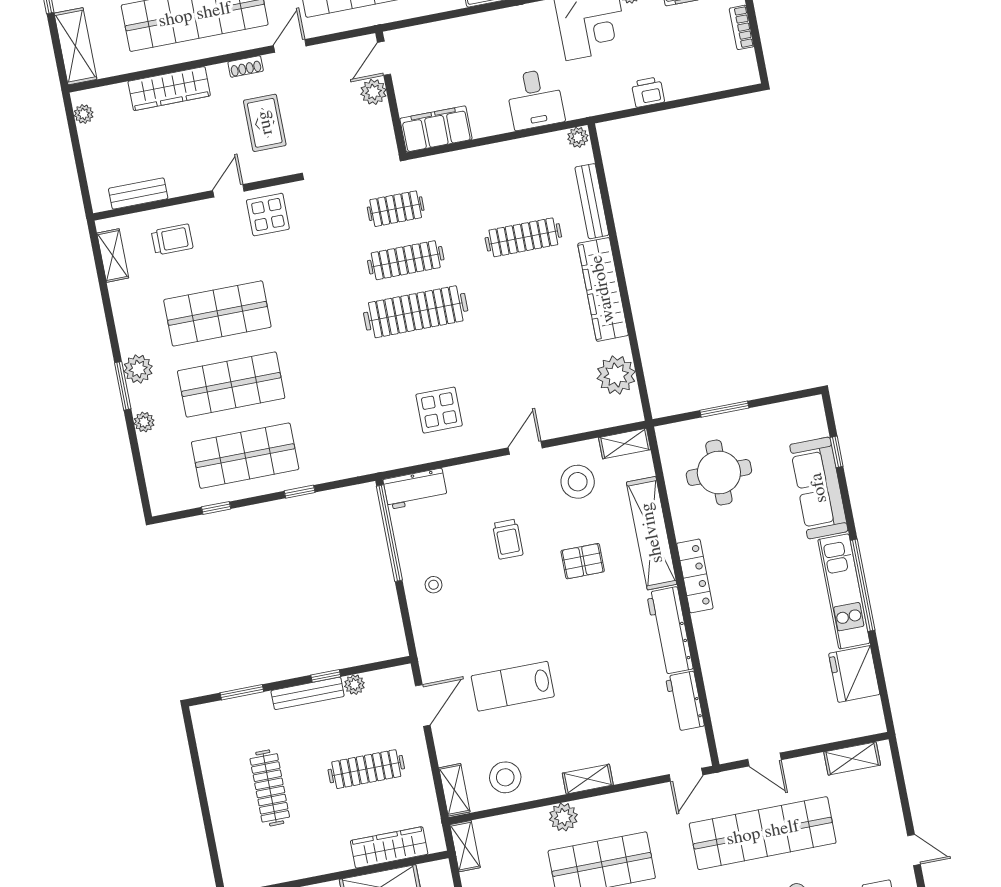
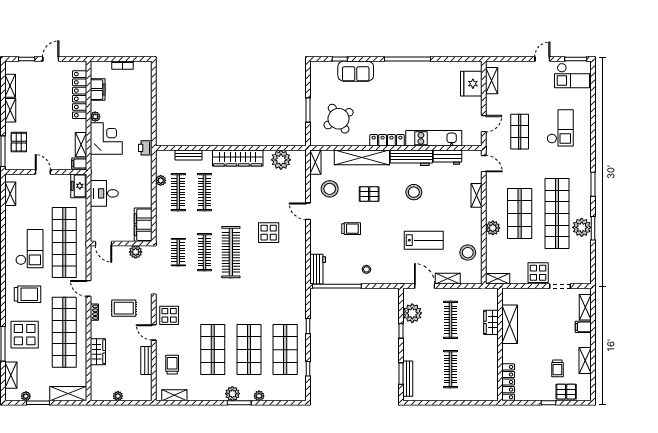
wardrobe: (169, 89) -> (98, 352), width x0.67
plant: (373, 92) -> (136, 252), moved
printer: (648, 92) -> (145, 148), moved
desk: (535, 99) -> (104, 193), moved, turned 180
plant: (84, 114) -> (118, 396), moved
plant: (578, 137) -> (161, 180), moved
clothes rail: (513, 186) -> (178, 192), added
bench: (138, 194) -> (146, 361), moved
bench: (592, 201) -> (188, 155), width x0.73
display table: (439, 410) -> (269, 233), moved
round table: (719, 472) -> (339, 119), turned -31
sofa: (819, 488) -> (356, 71), width x0.73
pallet: (583, 561) -> (369, 194), turned 90
kitchen unit: (844, 591) -> (434, 138), moved, turned 180
stool: (603, 648) -> (414, 192), added
fridge: (854, 674) -> (471, 84), moved, turned 90
plant: (354, 685) -> (412, 313), width x1.88, depth x1.88
lab bench: (513, 686) -> (424, 240), turned -90
bench: (308, 693) -> (408, 379), moved
shelving: (588, 779) -> (476, 195), moved
clothes rail: (270, 788) -> (450, 369), turned 90
shelving: (454, 790) -> (448, 279), moved
shop shelf: (763, 833) -> (520, 132), width x0.50, depth x0.74
wardrobe: (389, 847) -> (491, 322), width x0.67

